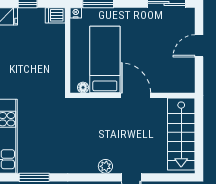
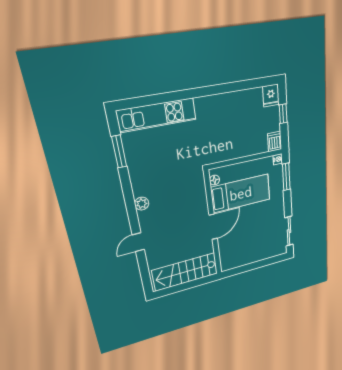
door: (199, 46) -> (258, 264), removed
plant: (105, 166) -> (142, 204), moved

